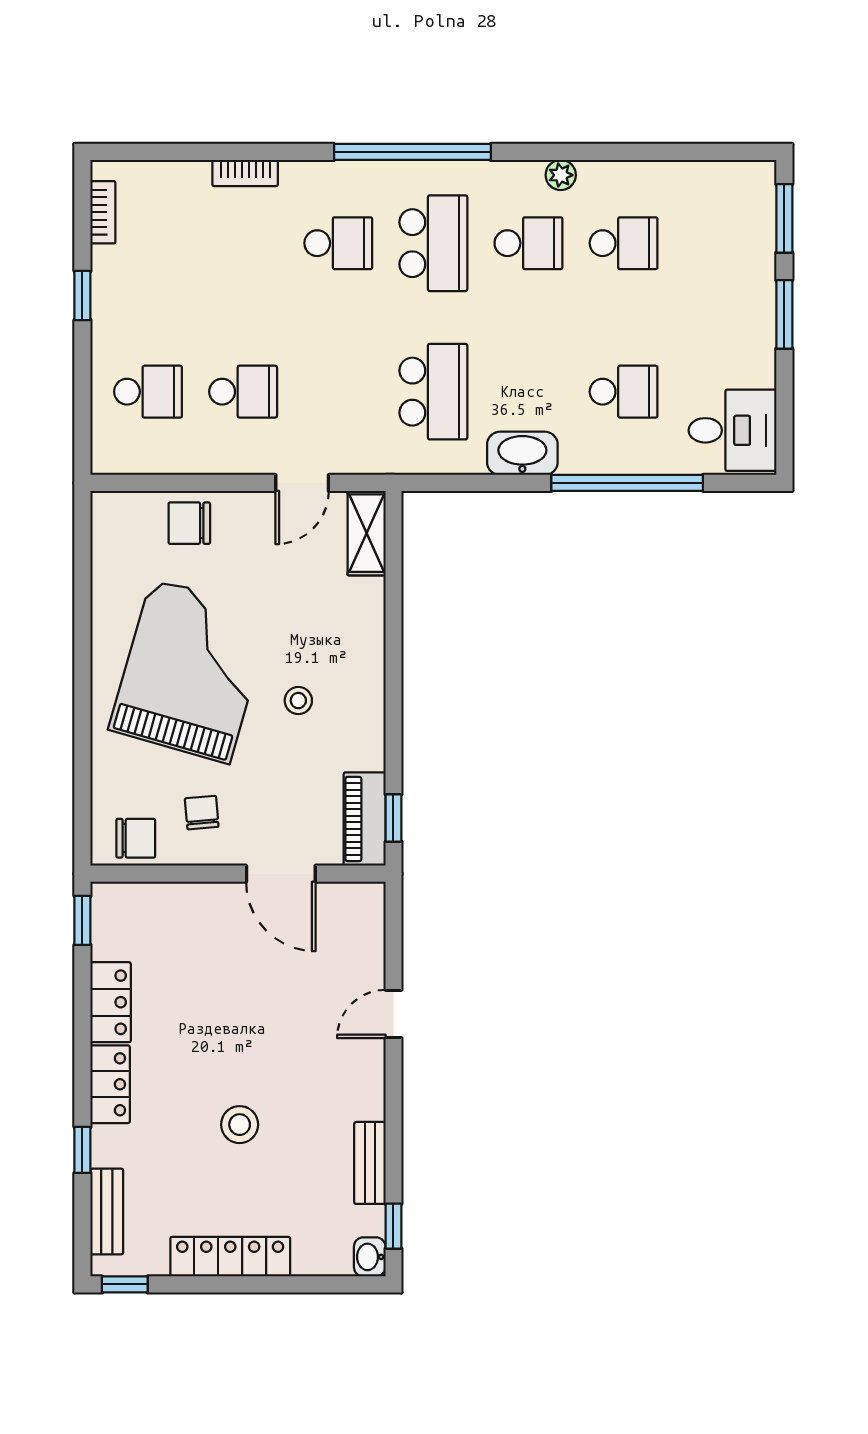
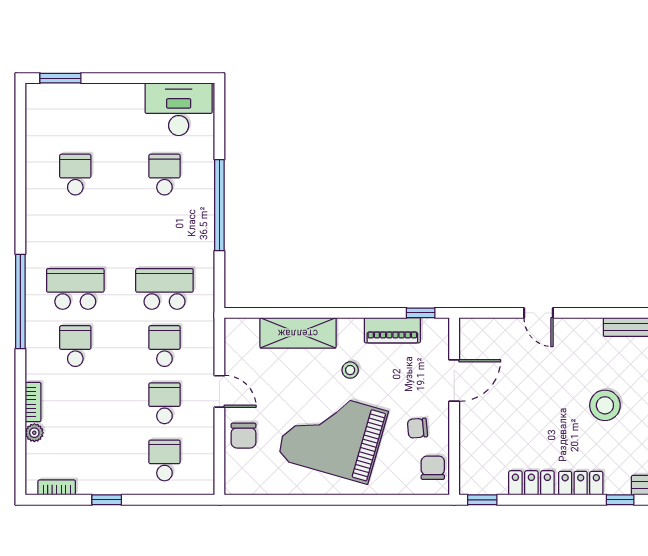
plant: (561, 175) -> (34, 433), moved
school desk: (528, 243) -> (164, 346), moved
window: (784, 314) -> (118, 78), removed
desk: (732, 430) -> (179, 109), width x1.37
washbasin: (522, 453) -> (202, 235), removed
door: (302, 483) -> (219, 391), moved
window: (627, 483) -> (219, 205), moved
shelving: (367, 533) -> (298, 333), moved, width x1.50, depth x1.33
piano: (365, 819) -> (392, 330), moved
stool: (240, 1125) -> (605, 405), width x1.38, depth x1.38

